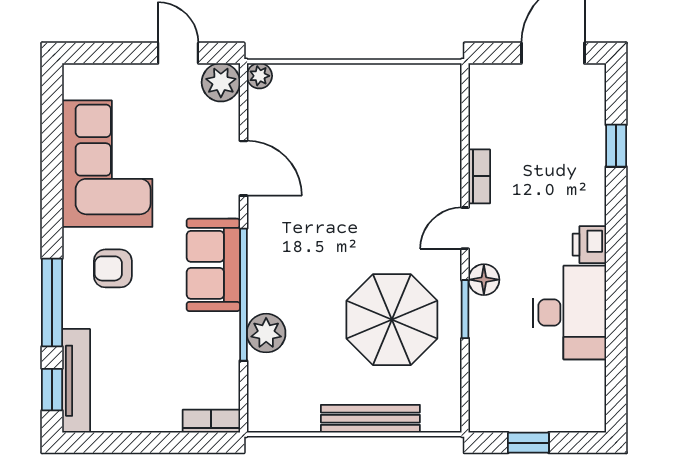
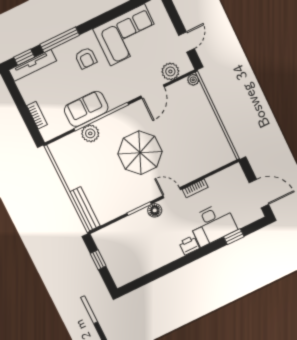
plant: (221, 82) -> (170, 71), moved
sofa: (213, 265) -> (86, 109), moved
armchair: (113, 268) -> (86, 58), turned 180
desk: (569, 313) -> (212, 224), moved
parasol: (392, 320) -> (140, 153), moved
bench: (370, 419) -> (85, 209), moved
bookcase: (211, 421) -> (37, 115), moved

